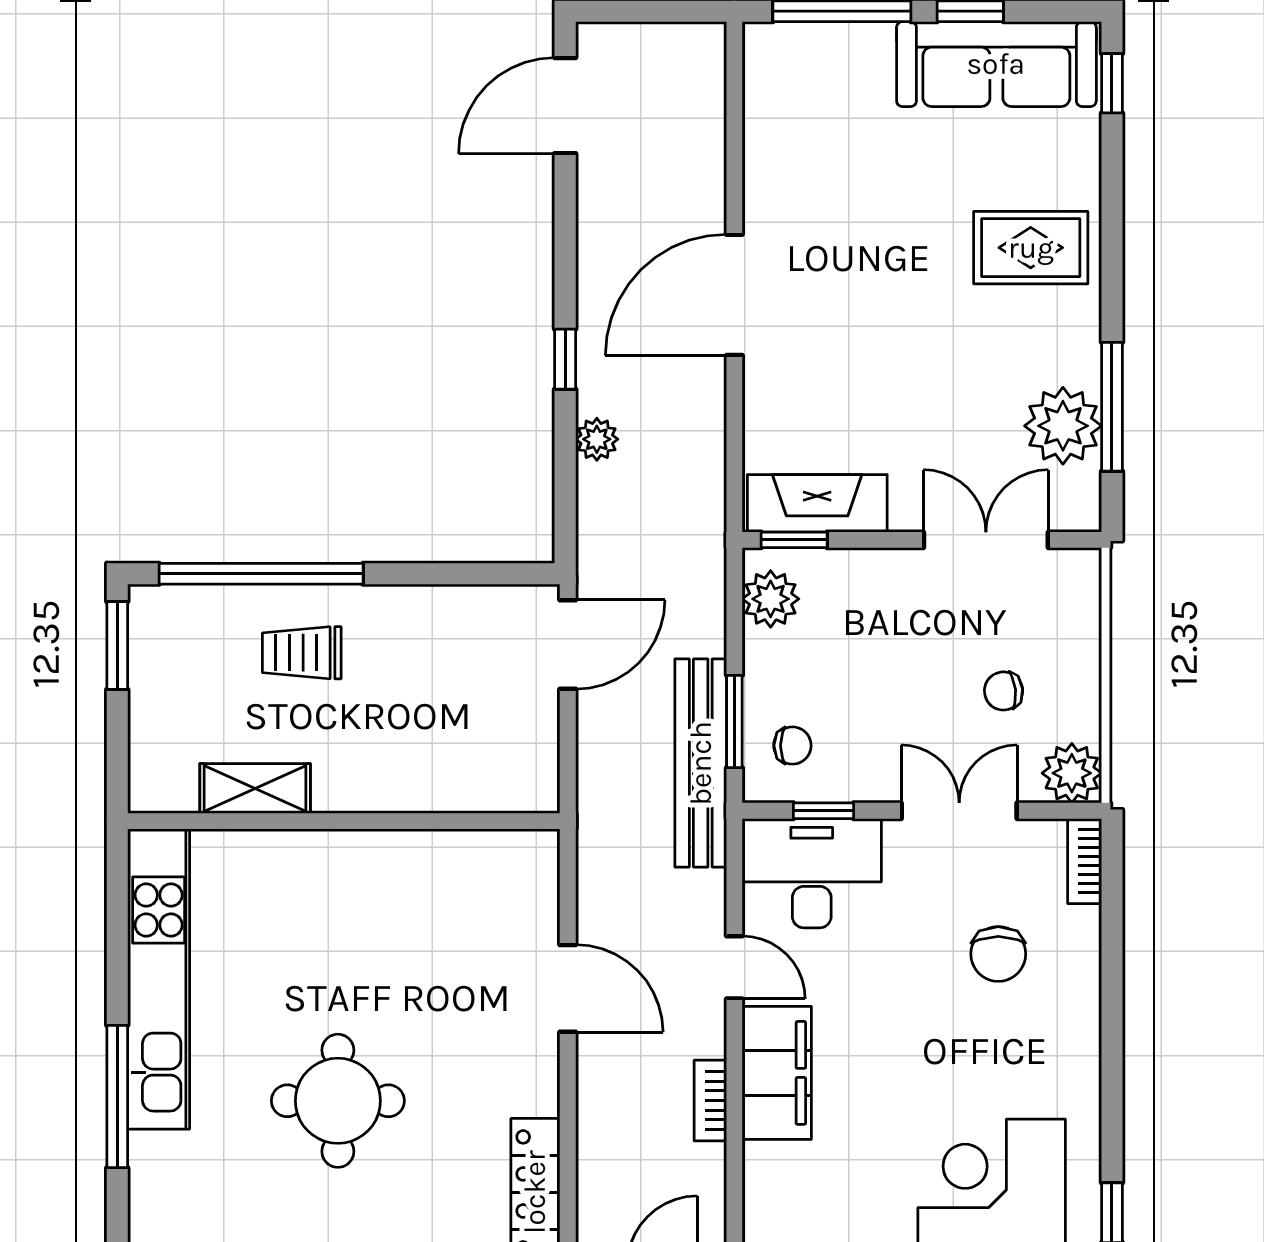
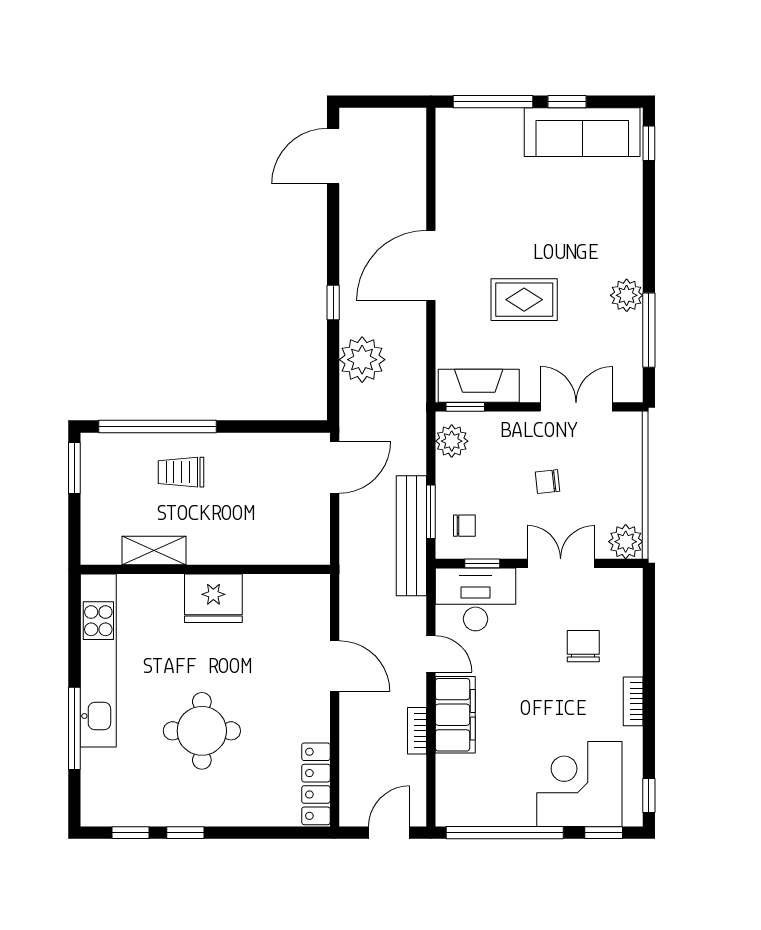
rug: (1031, 248) -> (524, 300), moved
plant: (1063, 426) -> (627, 295), moved, width x0.73, depth x0.73
plant: (597, 439) -> (362, 360), width x1.88, depth x1.88
chair: (1004, 691) -> (547, 482), moved
bookcase: (1085, 861) -> (633, 701), moved
fridge: (358, 871) -> (213, 598), added
chair: (998, 954) -> (583, 646), turned 180

